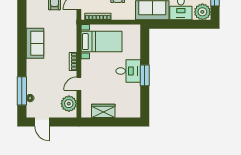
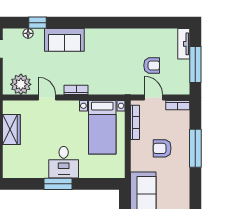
sofa: (35, 43) -> (64, 40), moved
window: (22, 91) -> (38, 23), width x0.46

